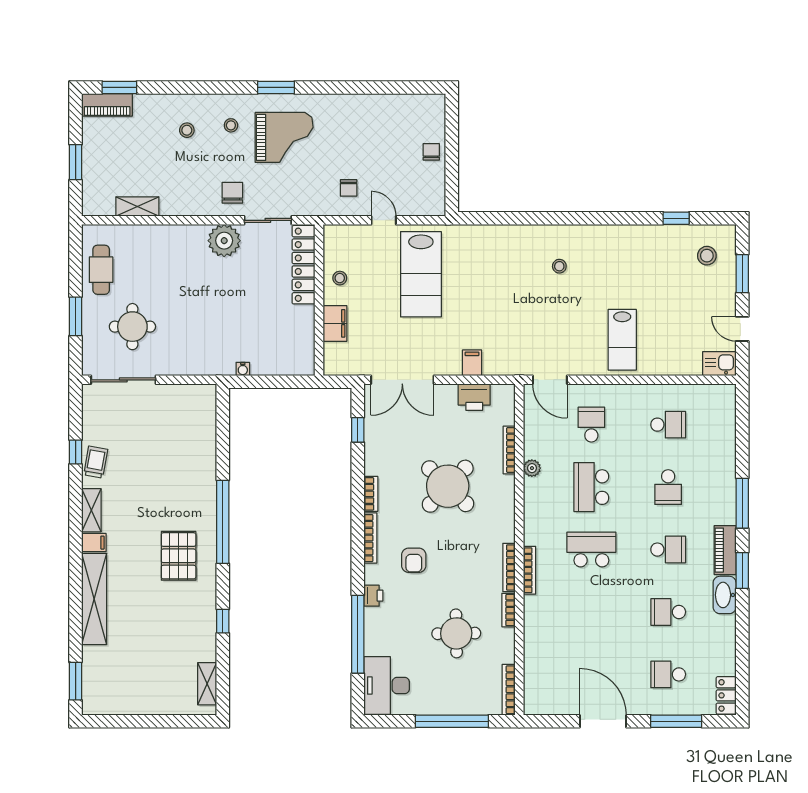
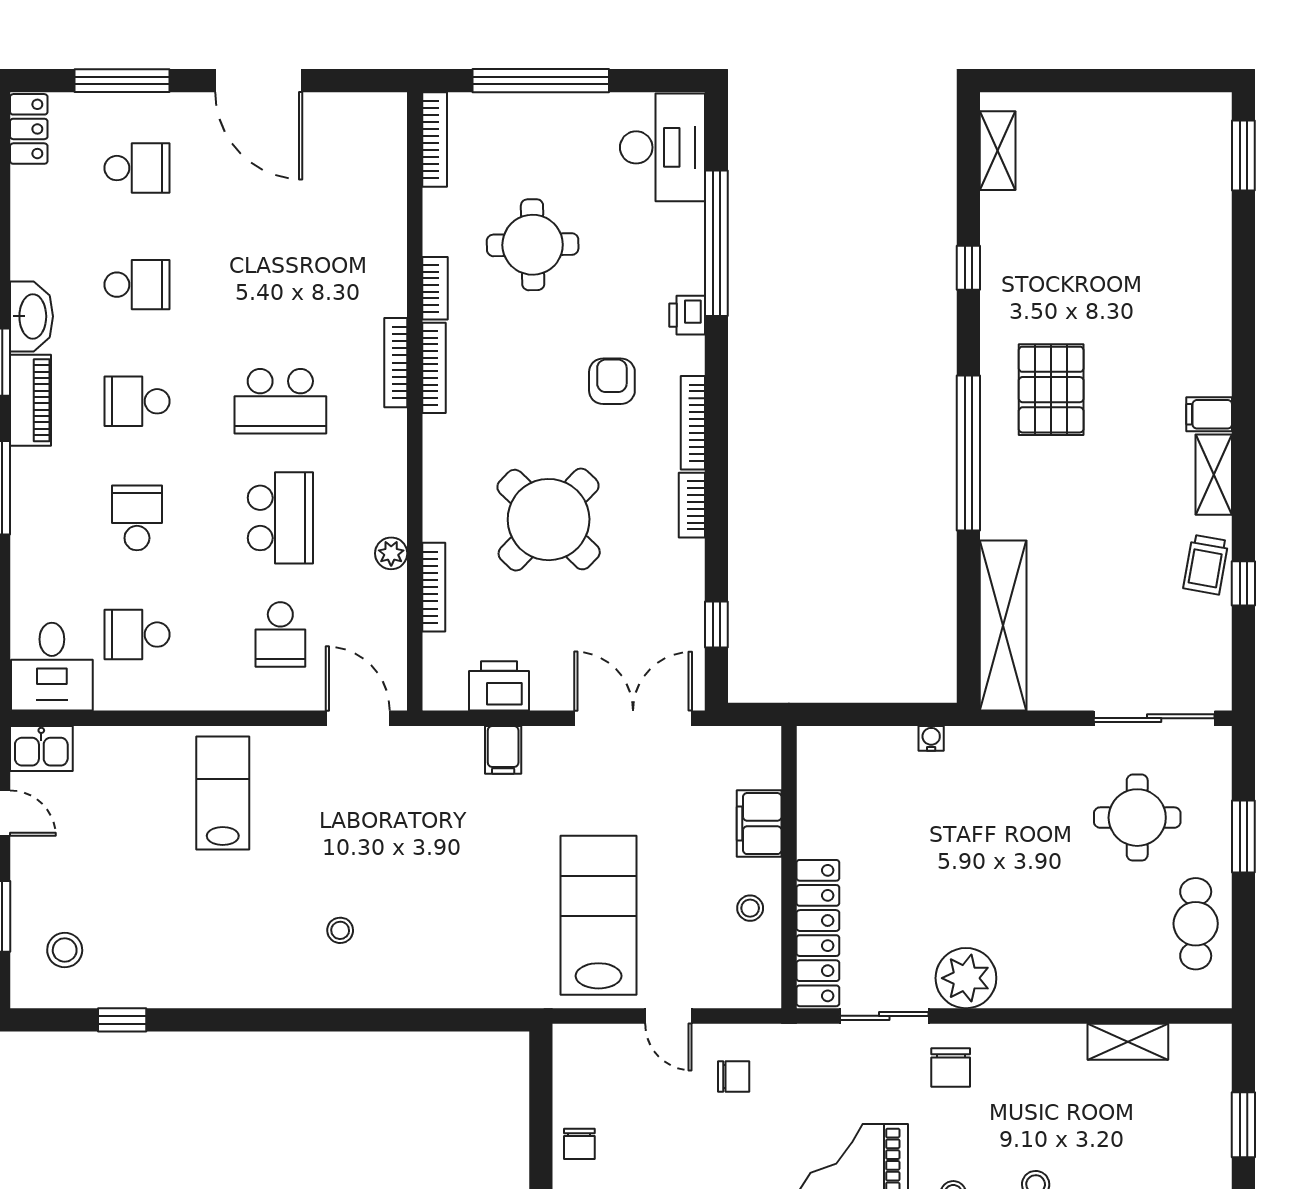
chair: (349, 188) -> (734, 1077), turned 90
desk: (714, 407) -> (52, 667), added
shelving: (94, 599) -> (1003, 625), moved

